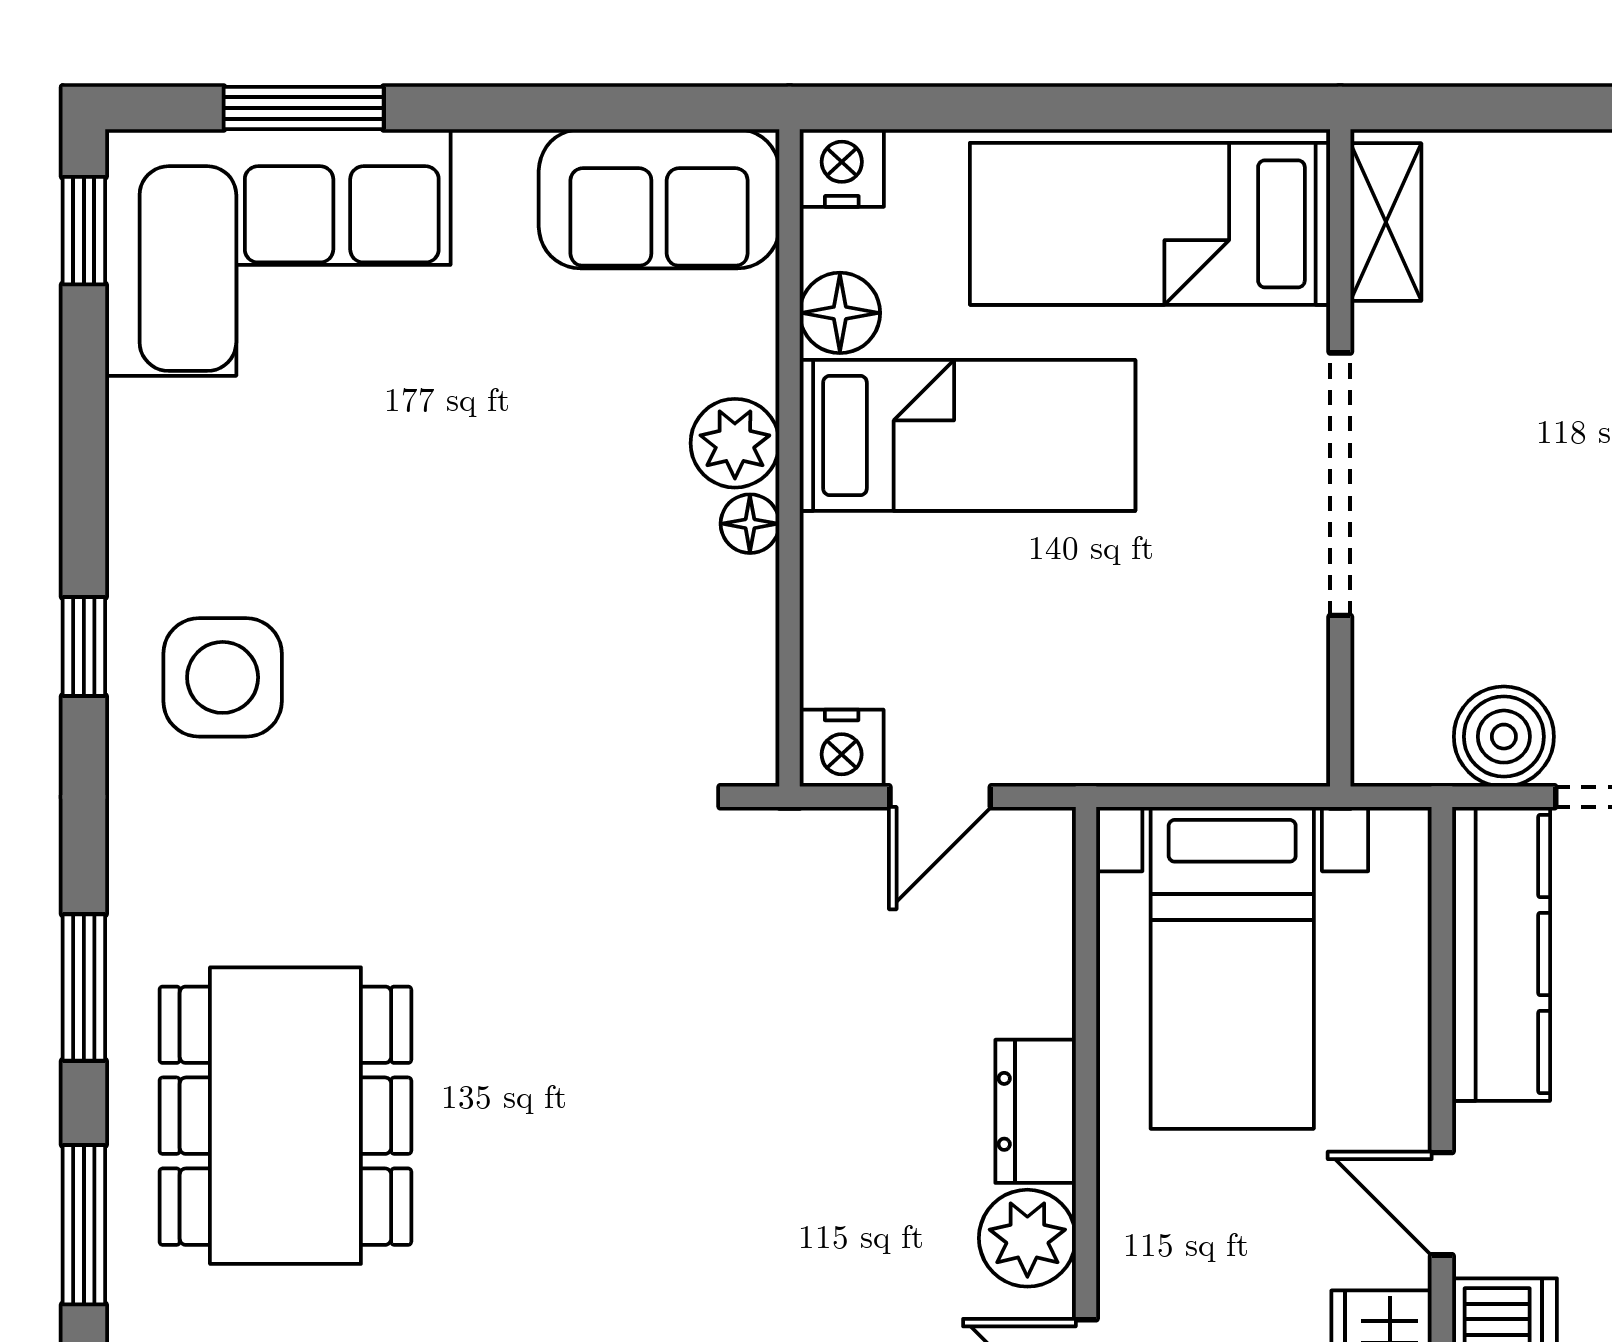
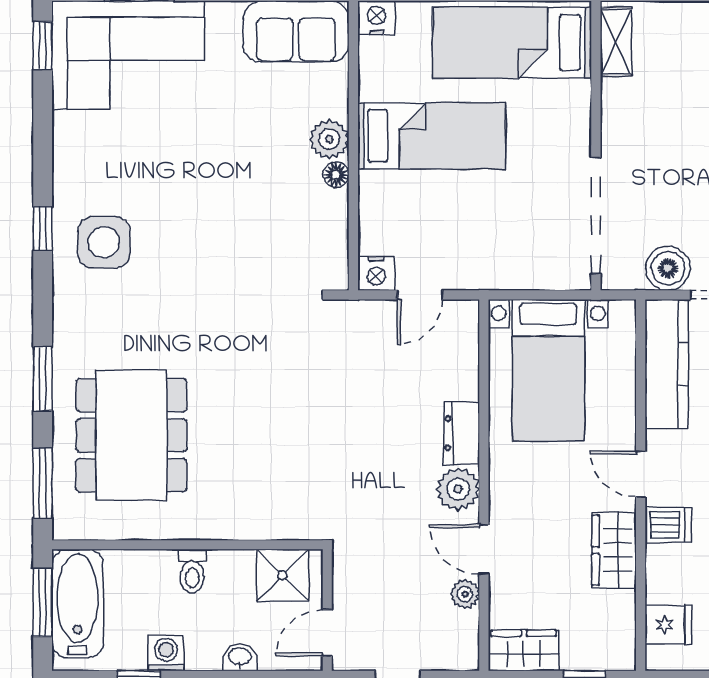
floor lamp: (840, 313) -> (376, 82), removed
doorway: (1340, 484) -> (596, 216), moved

